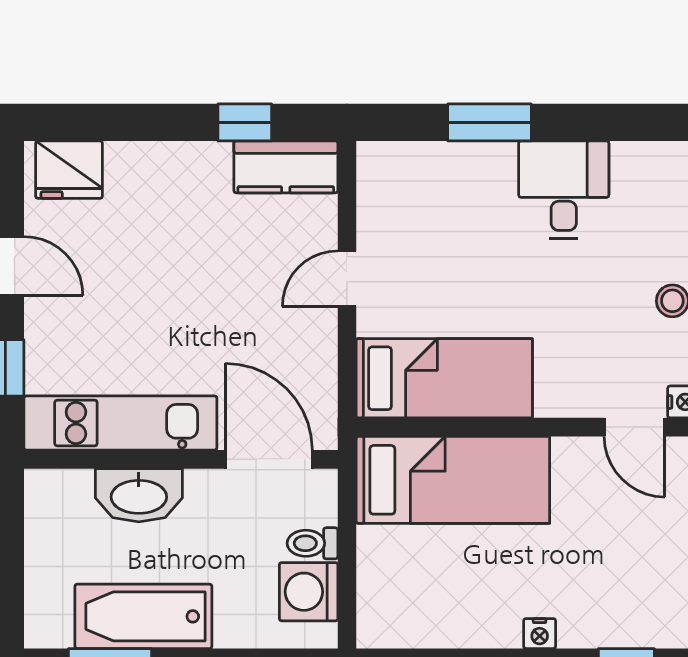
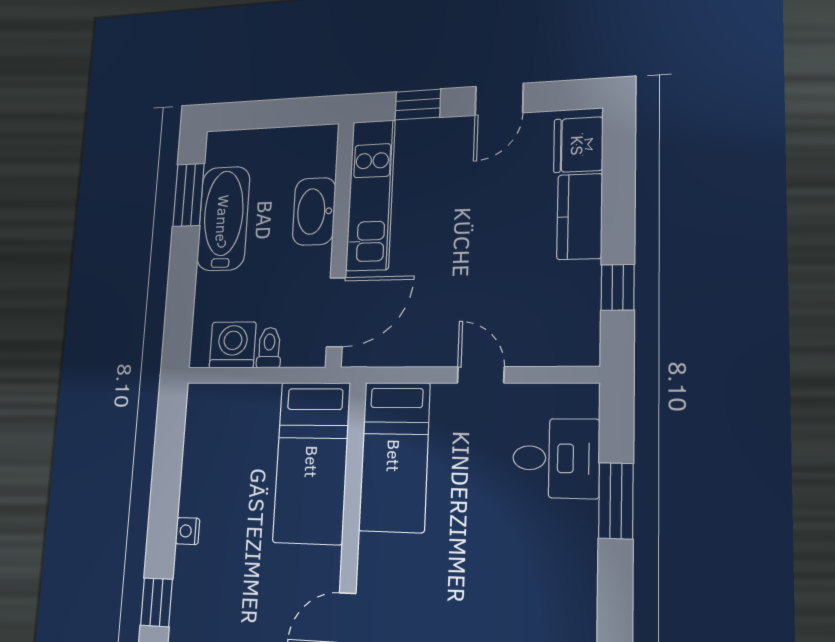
kitchen counter: (286, 167) -> (580, 216), moved
desk: (564, 190) -> (556, 458), moved

